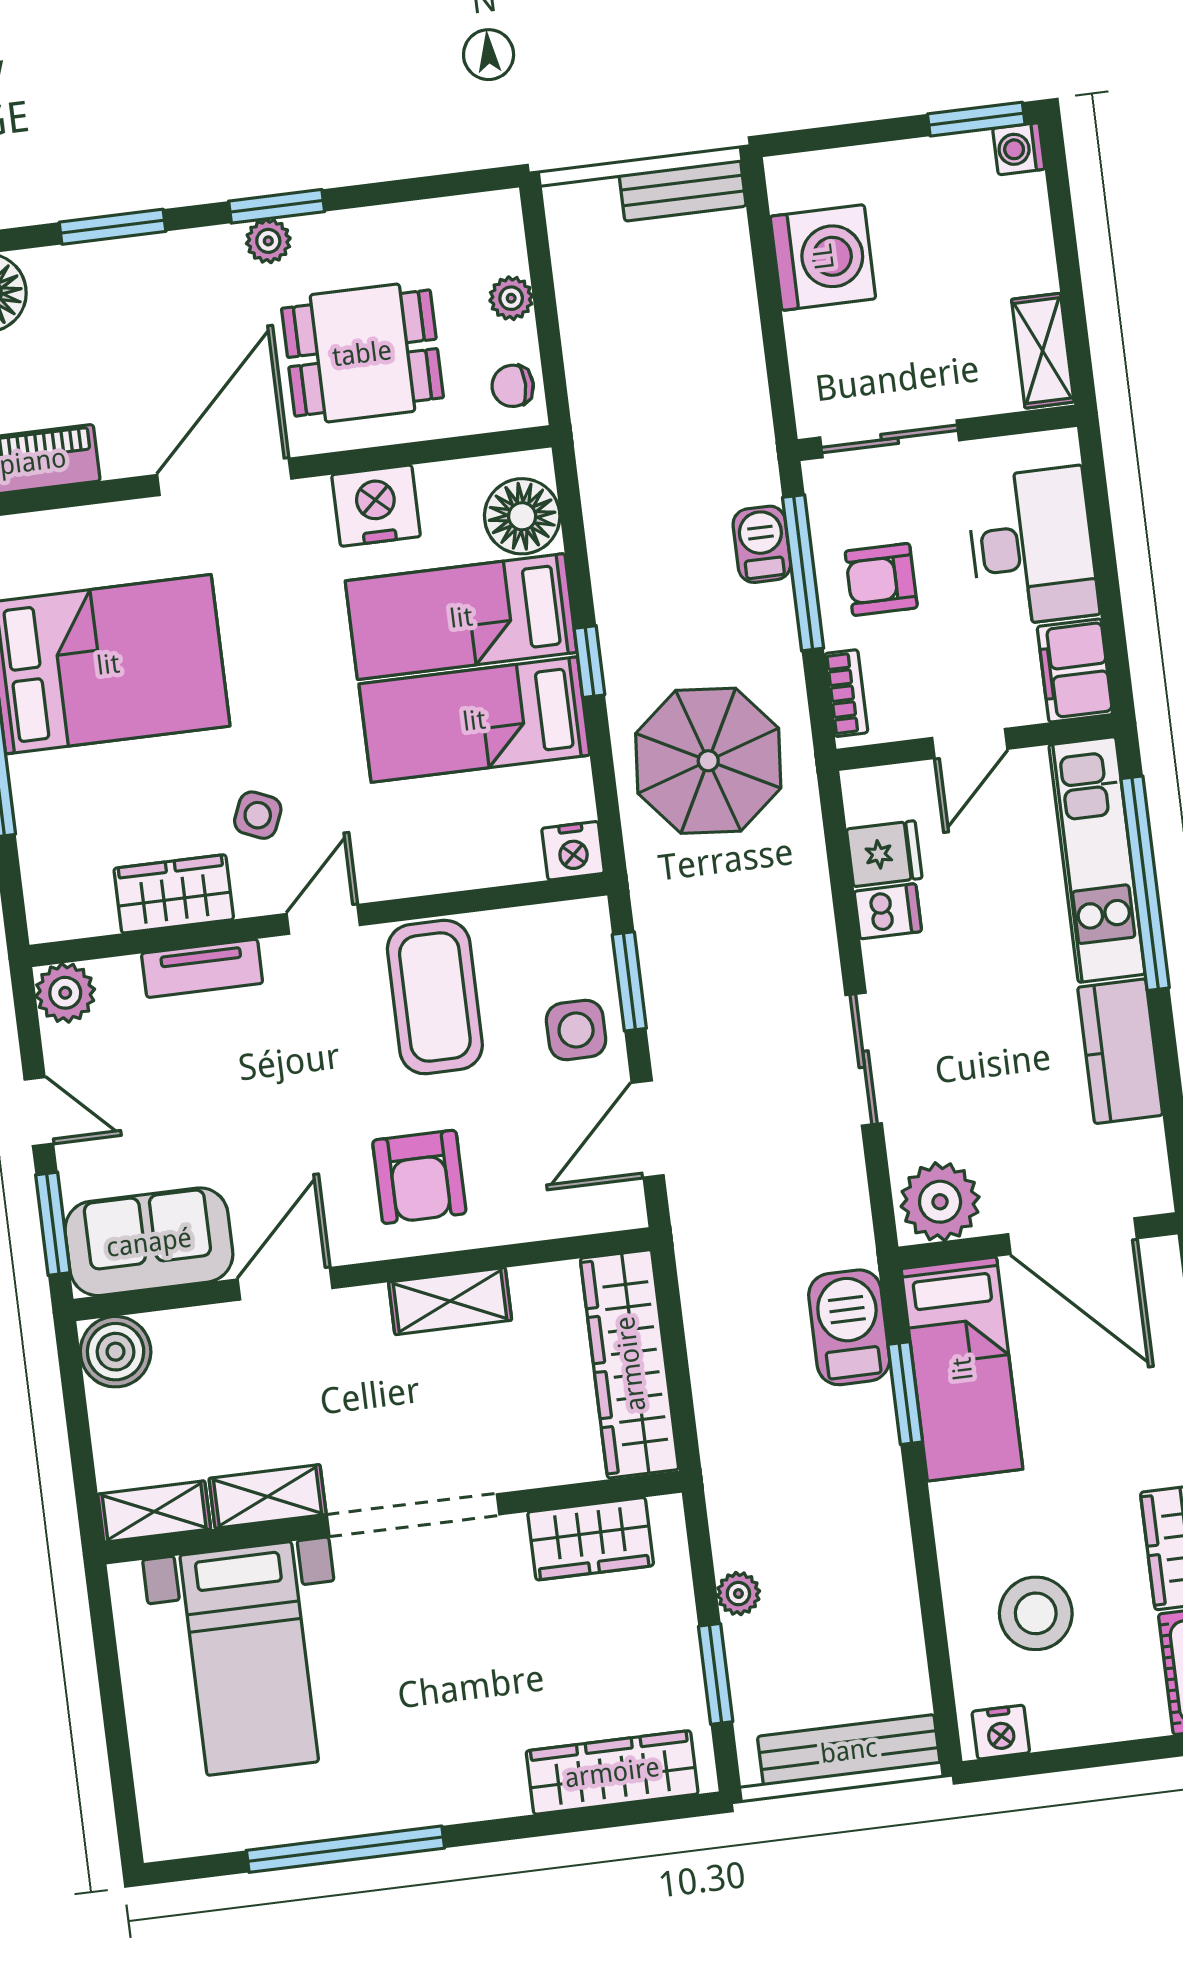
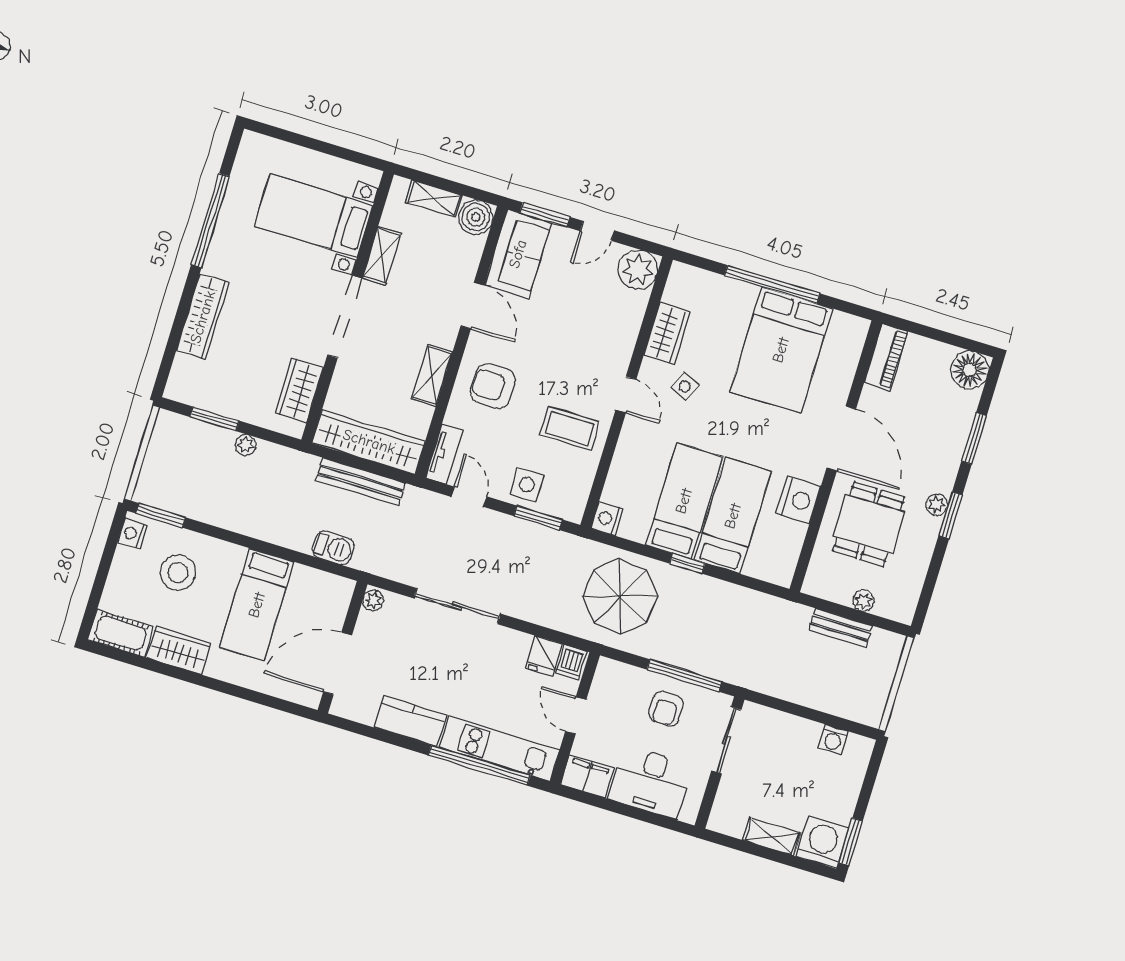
washing machine: (1019, 149) -> (822, 842), width x1.89, depth x1.89
bench: (683, 190) -> (840, 628), moved, turned 90
washing machine: (823, 257) -> (833, 739), width x0.53, depth x0.53
shelving: (1043, 351) -> (772, 837), moved
chair: (513, 386) -> (824, 584), removed
floor lamp: (522, 516) -> (765, 562), removed
barbecue: (762, 544) -> (705, 663), removed
armchair: (881, 579) -> (666, 709), turned 180
bookcase: (846, 693) -> (623, 671), removed
dishwasher: (888, 911) -> (571, 662), moved
tv unit: (202, 968) -> (444, 454), moved, turned 180
plant: (65, 993) -> (638, 269), width x1.36, depth x1.36
coffee table: (435, 997) -> (570, 429), width x0.73, depth x0.76
sliding door: (864, 1059) -> (457, 606), width x1.37
door: (648, 1129) -> (469, 497), width x0.73
plant: (940, 1202) -> (373, 600), width x0.53, depth x0.53
barbecue: (849, 1327) -> (333, 548), width x0.73, depth x0.79
bed: (962, 1369) -> (257, 605), moved, turned -90
window: (905, 1393) -> (161, 515), moved
shelving: (154, 1512) -> (434, 199), moved, turned 90
bench: (849, 1750) -> (360, 482), moved, turned 90
wardrobe: (612, 1772) -> (203, 317), moved

